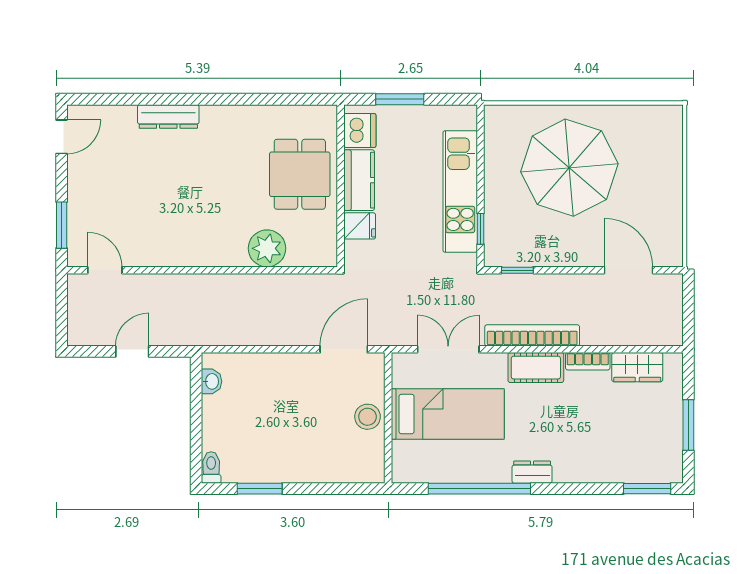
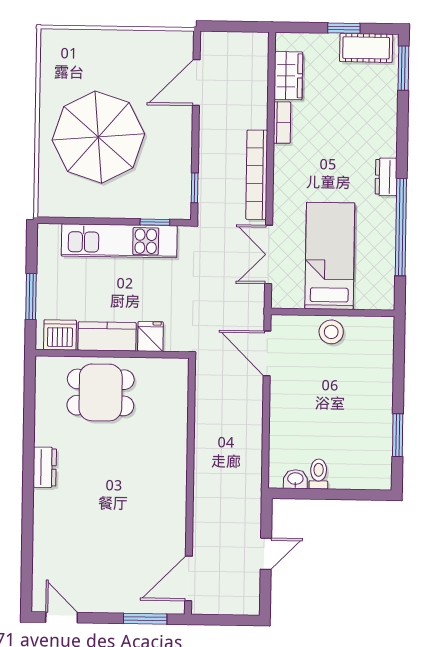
dresser: (168, 116) -> (45, 467), moved, width x0.70
plant: (267, 248) -> (170, 425), removed
door: (105, 270) -> (188, 578), width x1.38
door: (132, 351) -> (266, 554), swing flipped
cot: (536, 368) -> (366, 48), moved, turned 90
window: (688, 425) -> (344, 28), width x0.67
toilet: (211, 467) -> (319, 474), moved, turned 90

